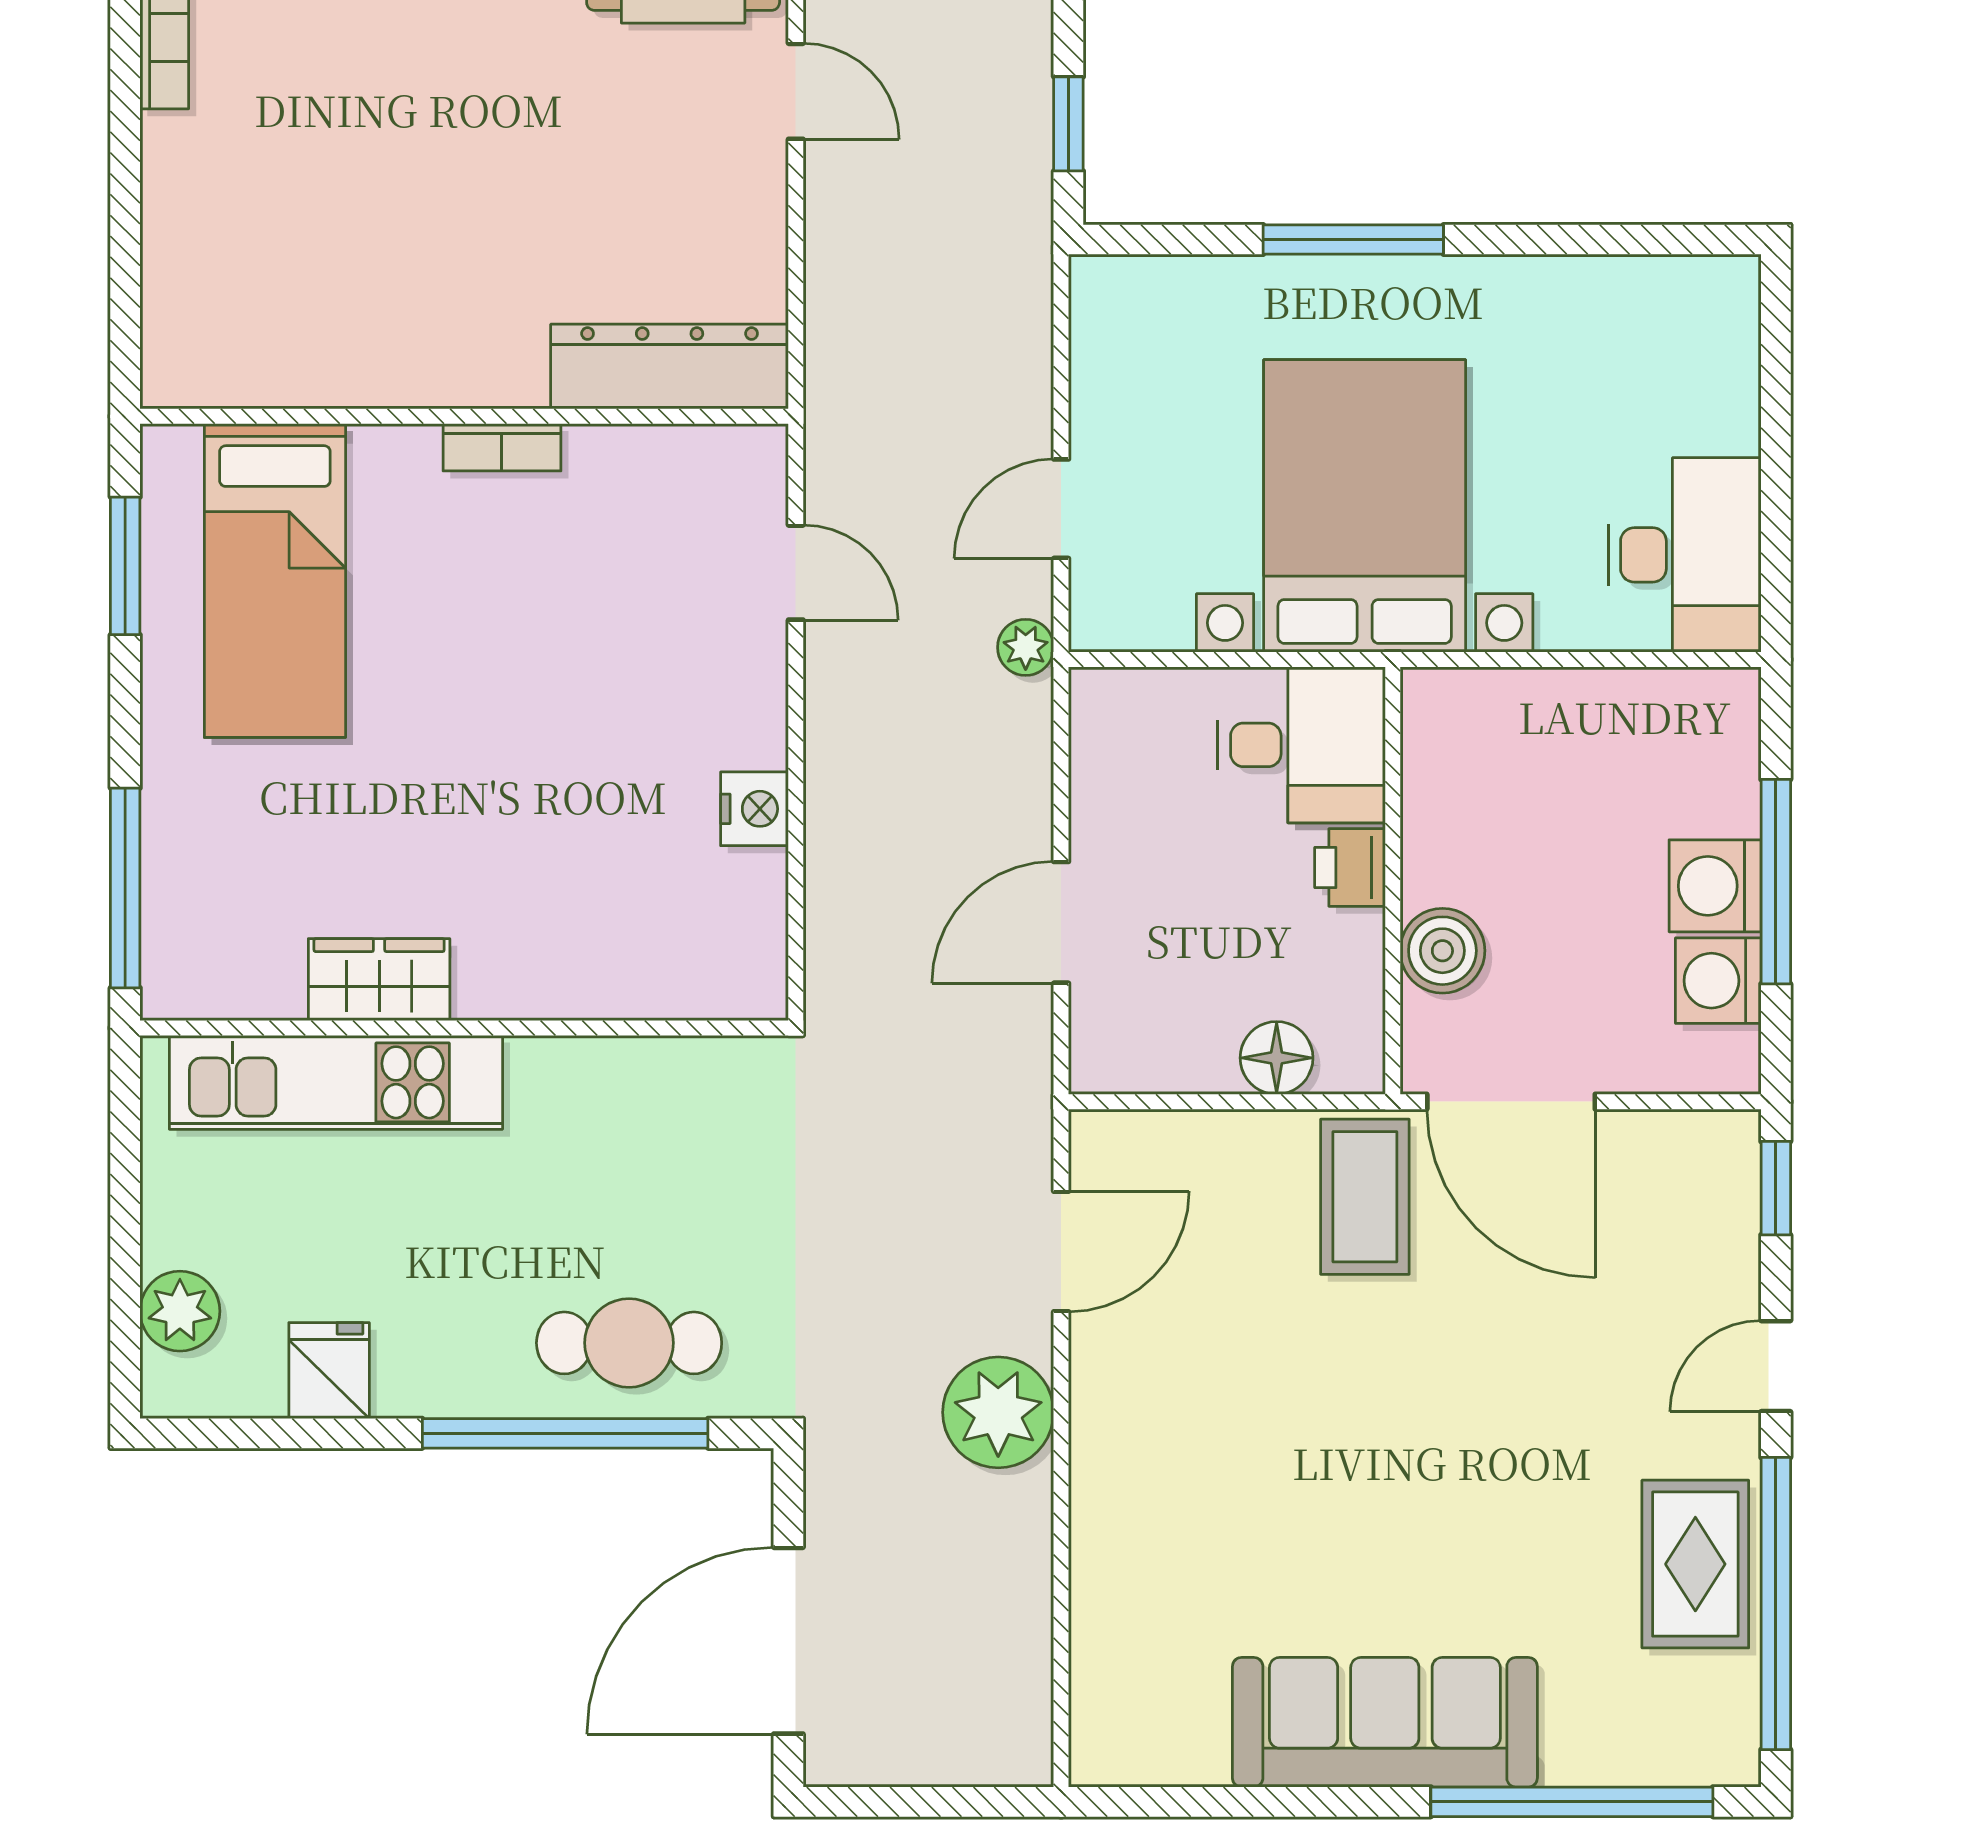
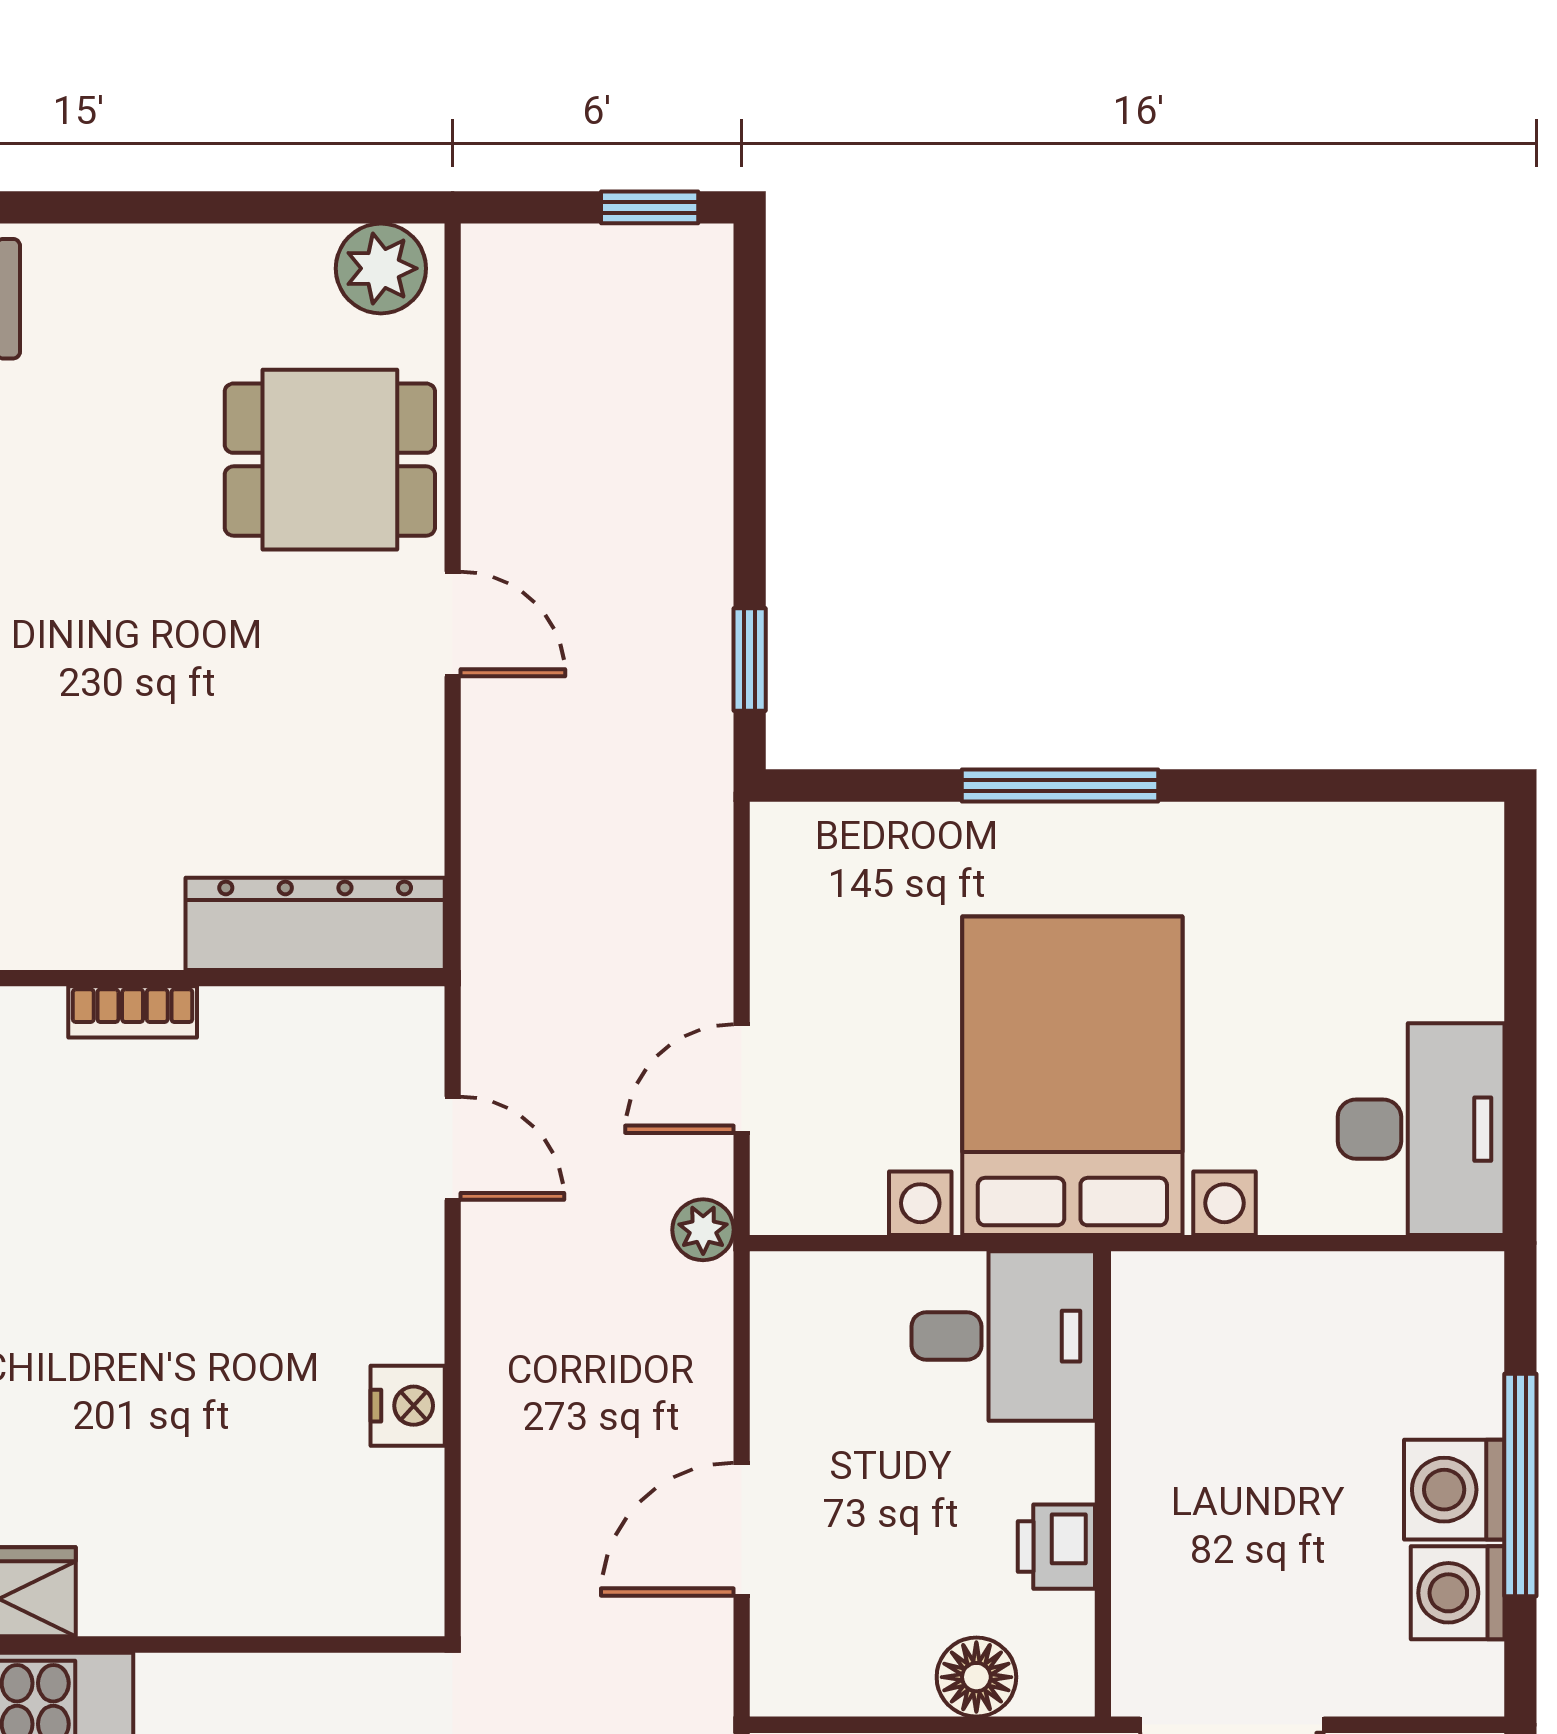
printer: (1350, 868) -> (1056, 1547), moved
boiler: (1442, 951) -> (1157, 1560), removed

